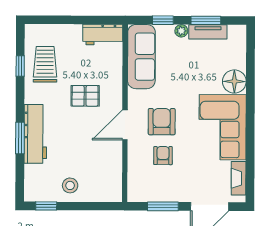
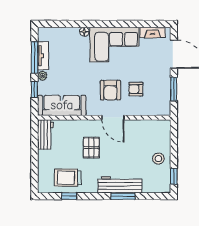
window: (206, 20) -> (34, 57), width x1.44
floor lamp: (234, 81) -> (84, 32), width x0.53, depth x0.53
armchair: (162, 122) -> (110, 90), turned -90

